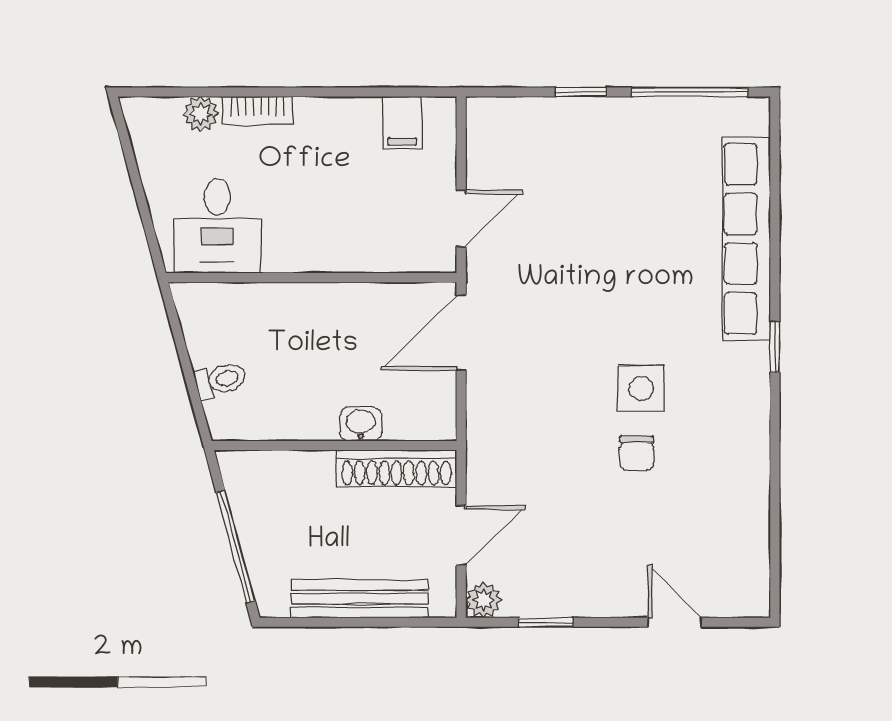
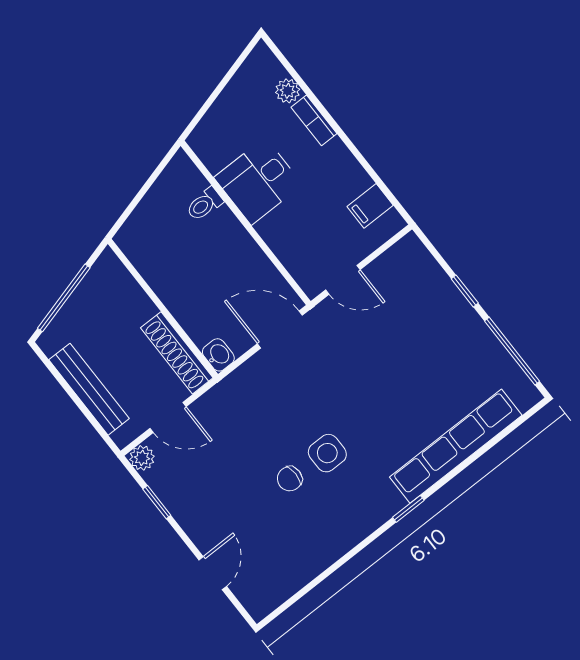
desk: (217, 226) -> (258, 181), moved
toilet: (220, 380) -> (204, 204), moved, turned 105
washbasin: (361, 424) -> (218, 355), moved

